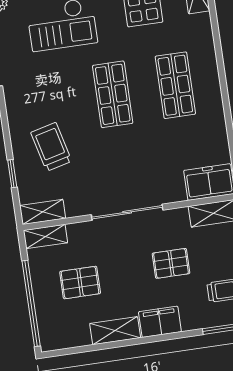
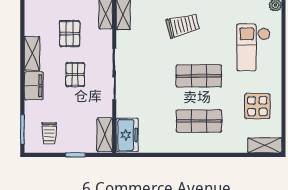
trolley: (51, 147) -> (183, 25), moved
pallet: (171, 263) -> (75, 75), moved

